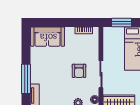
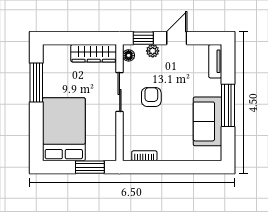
sofa: (48, 37) -> (208, 121), moved, turned -90
window: (26, 79) -> (228, 105), moved

